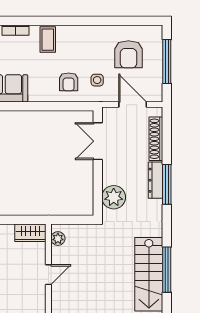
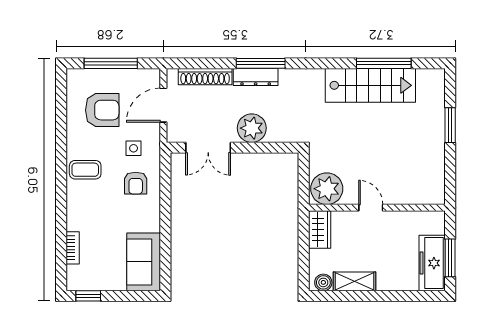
coffee table: (48, 40) -> (85, 170), moved
armchair: (69, 82) -> (136, 183), turned 90
plant: (114, 197) -> (252, 128), moved
plant: (58, 239) -> (327, 189), width x1.88, depth x1.88
window: (167, 270) -> (384, 63), moved

